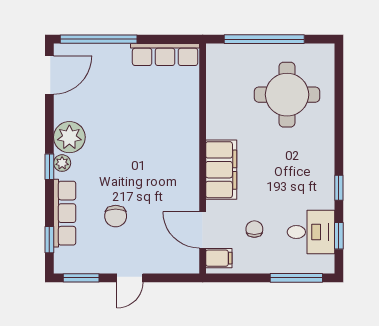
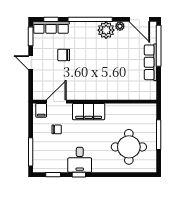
window: (264, 39) -> (159, 135), width x0.68
row of seats: (165, 54) -> (150, 62), moved
plant: (62, 163) -> (120, 26), moved
window: (49, 167) -> (90, 19), width x3.17
row of seats: (65, 213) -> (51, 28), moved
desk: (311, 232) -> (80, 160), moved

